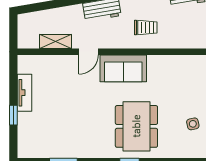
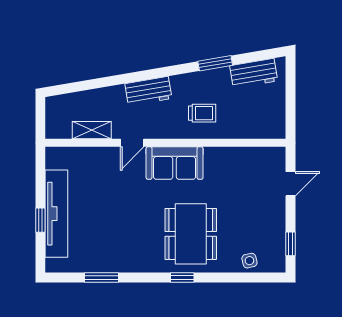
tv unit: (25, 93) -> (56, 214), width x1.92, depth x1.29
side table: (193, 124) -> (249, 261), moved

